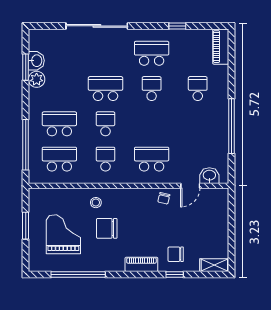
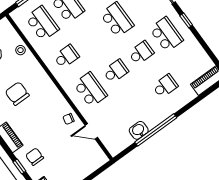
window: (177, 26) -> (186, 20), moved
school desk: (105, 124) -> (116, 71), moved
washbasin: (209, 176) -> (139, 130), moved, turned -90
stool: (96, 203) -> (20, 50), moved

